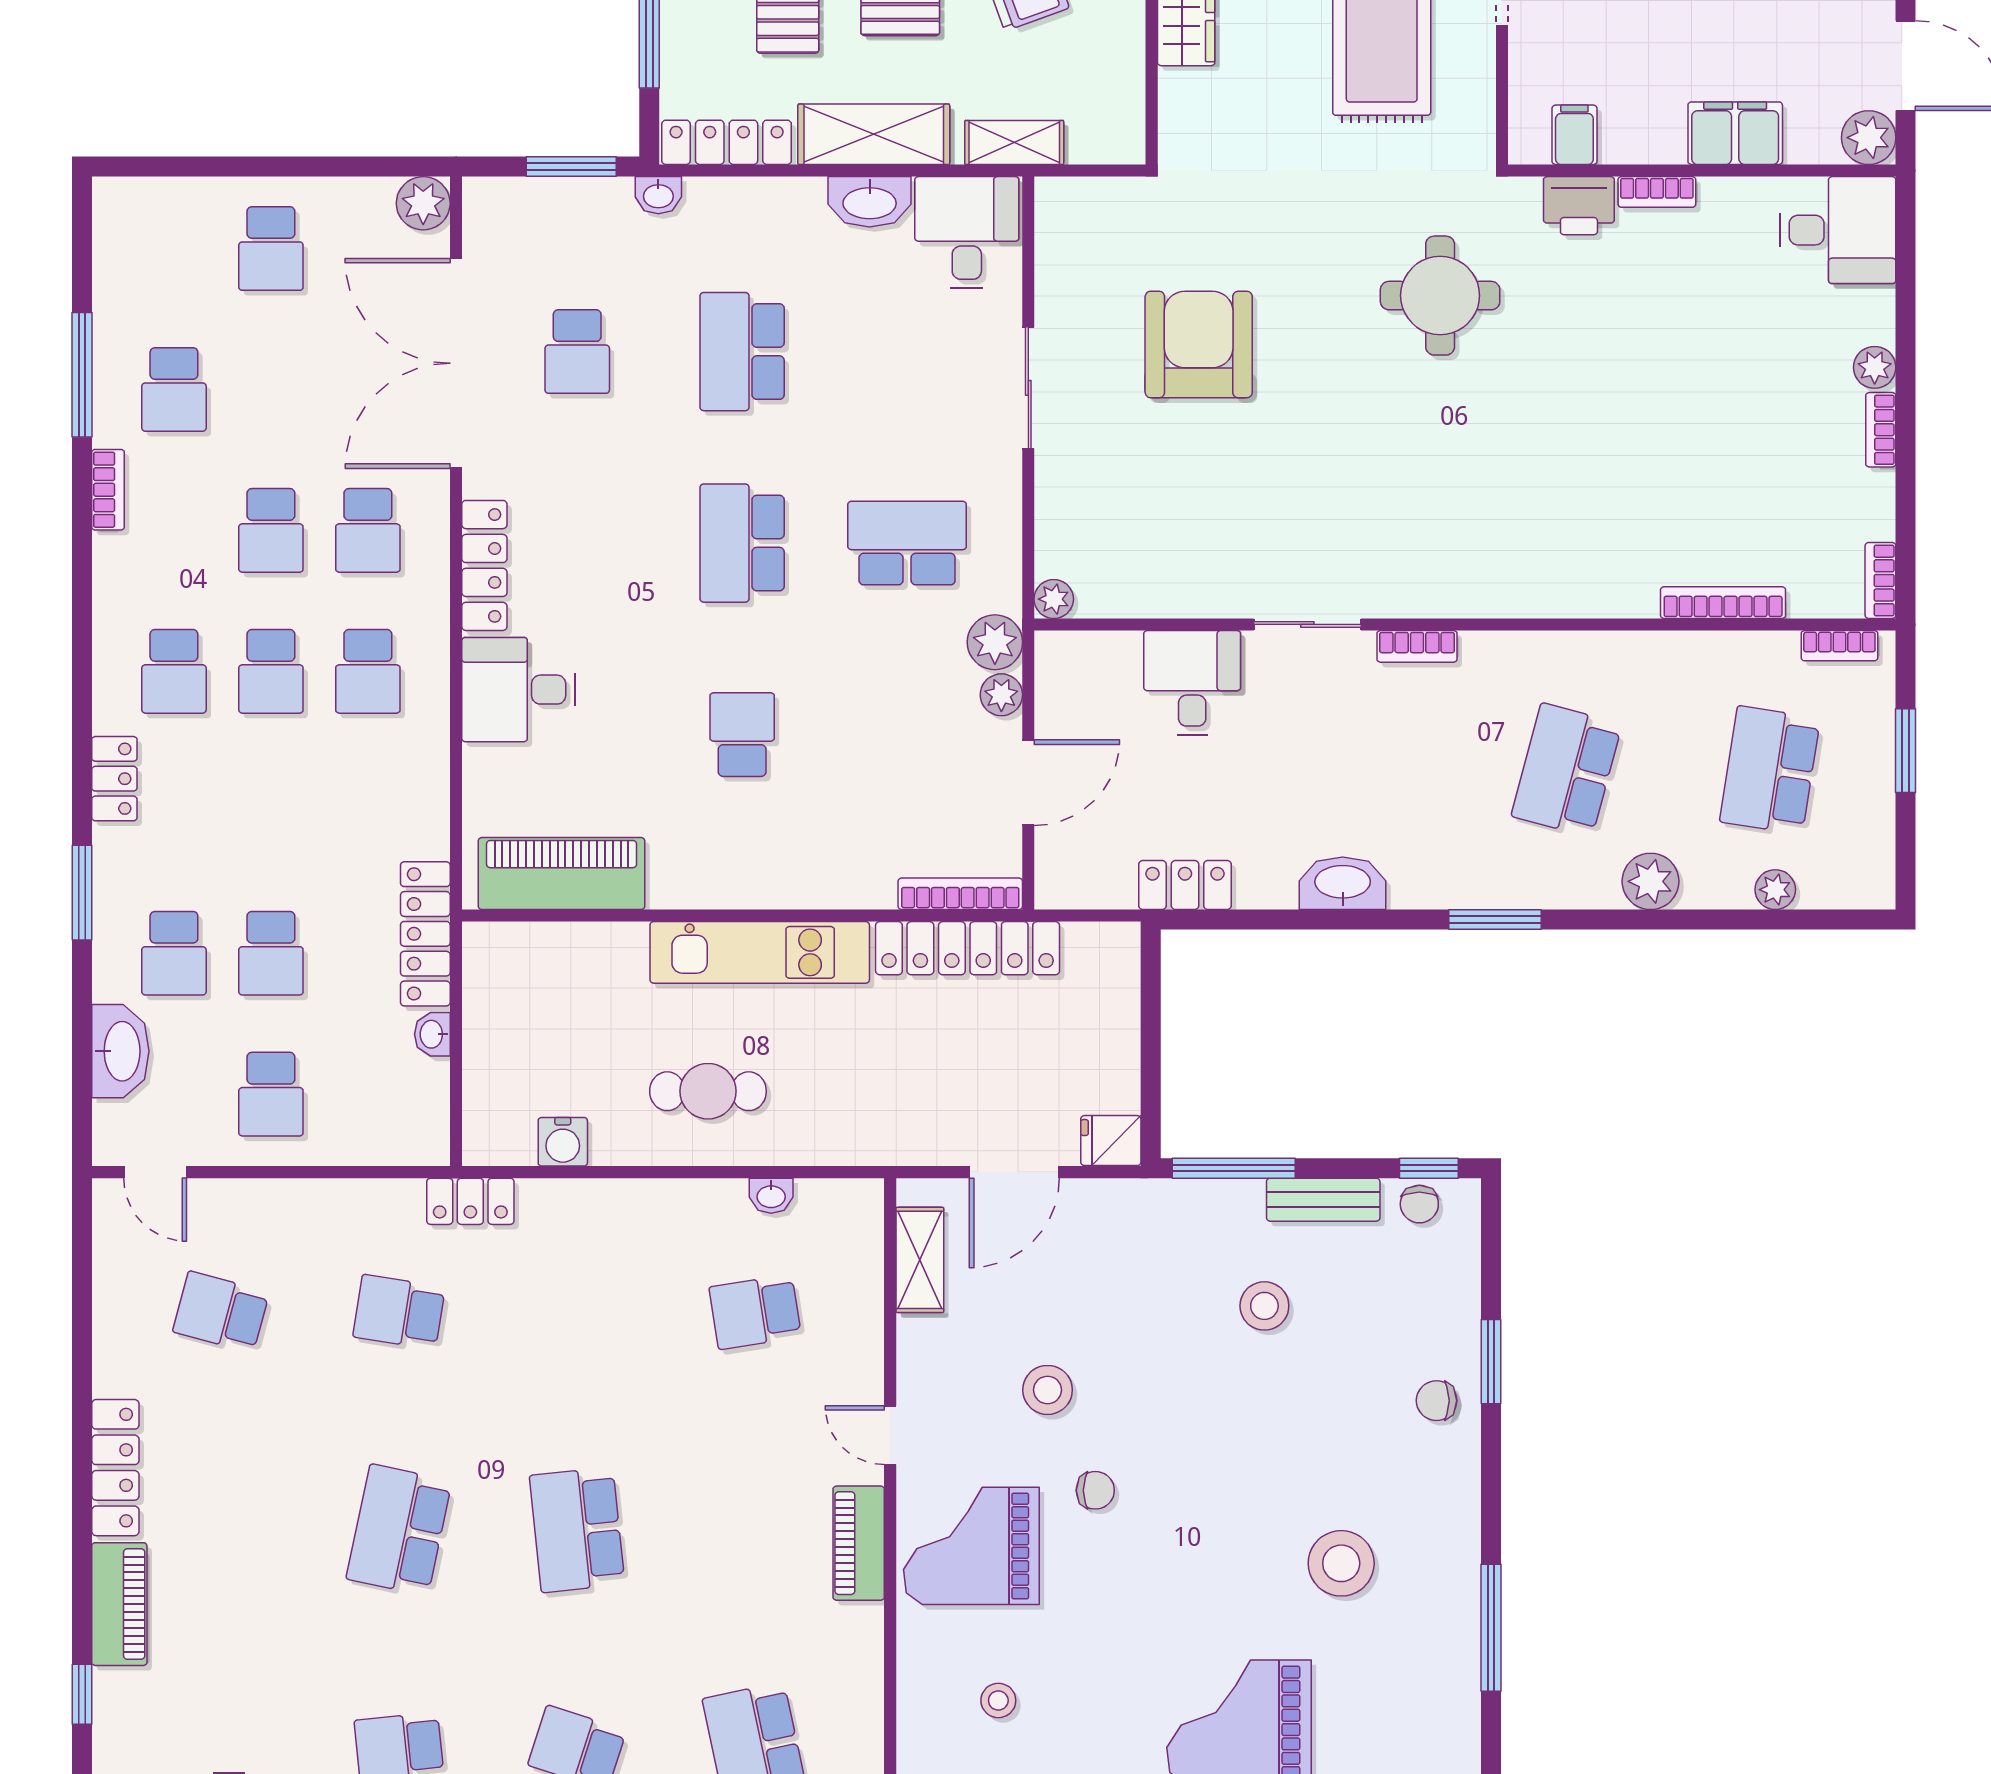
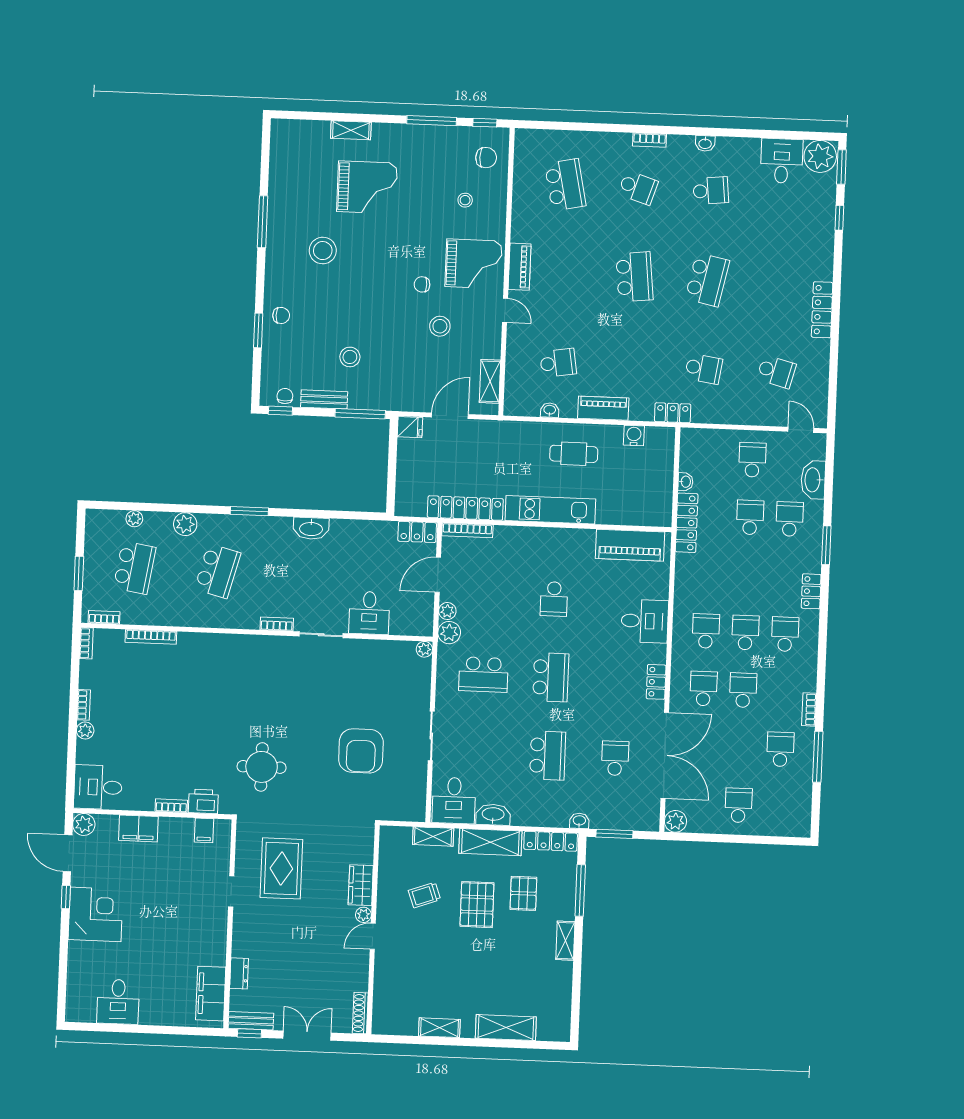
locker: (484, 565) -> (656, 682), width x0.66
locker: (1185, 885) -> (417, 532), moved
piano: (119, 1604) -> (603, 408), moved, turned 90

